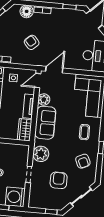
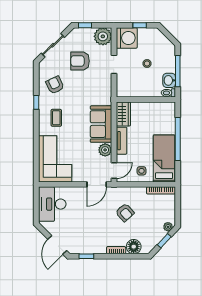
plant: (41, 154) -> (103, 36), moved
armchair: (59, 180) -> (80, 61), turned 90

